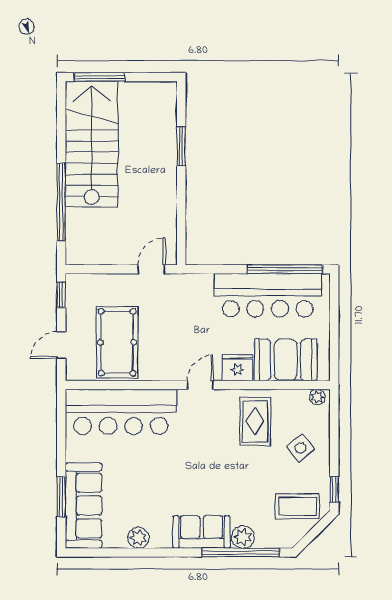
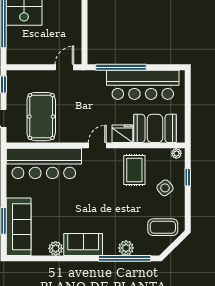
window: (285, 269) -> (121, 67), moved
window: (334, 489) -> (188, 177), moved
sofa: (202, 532) -> (83, 245), moved

